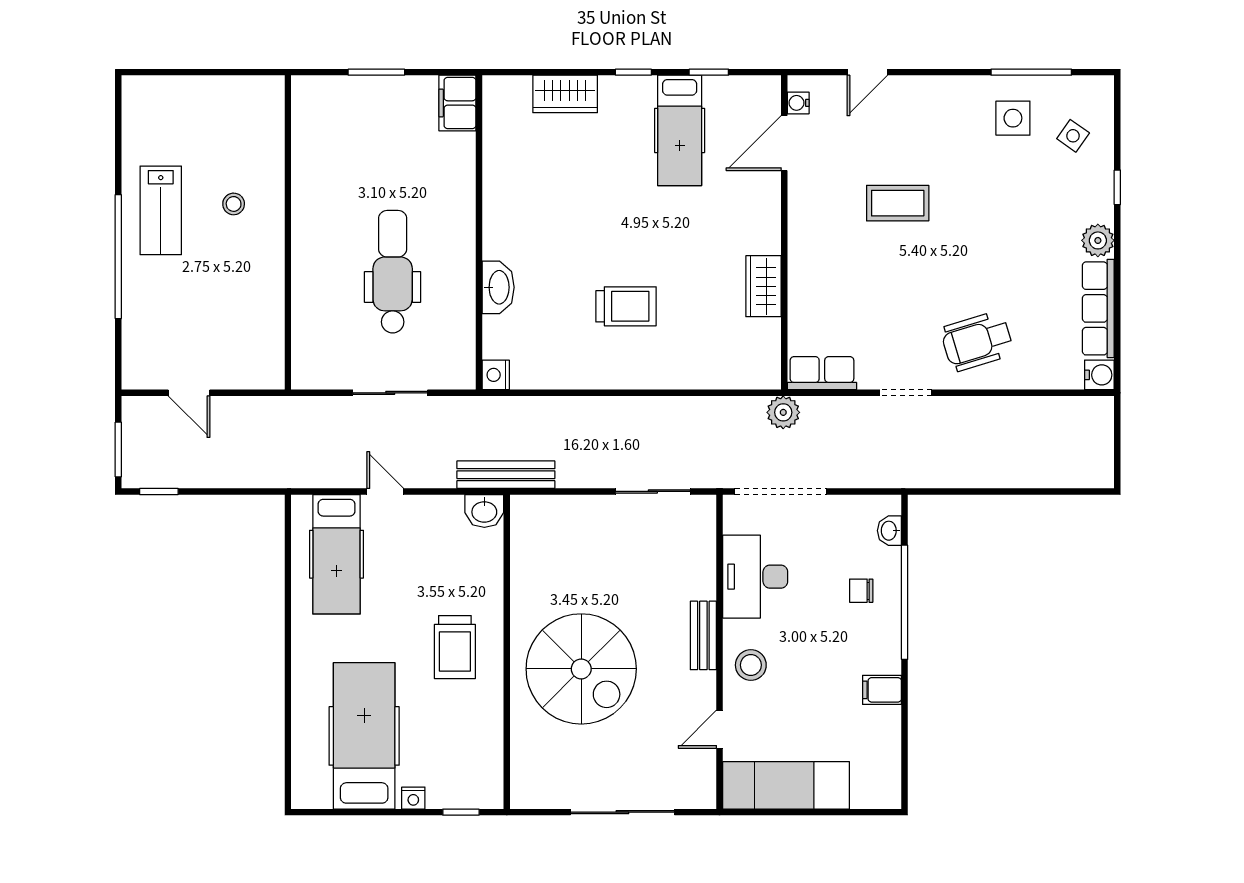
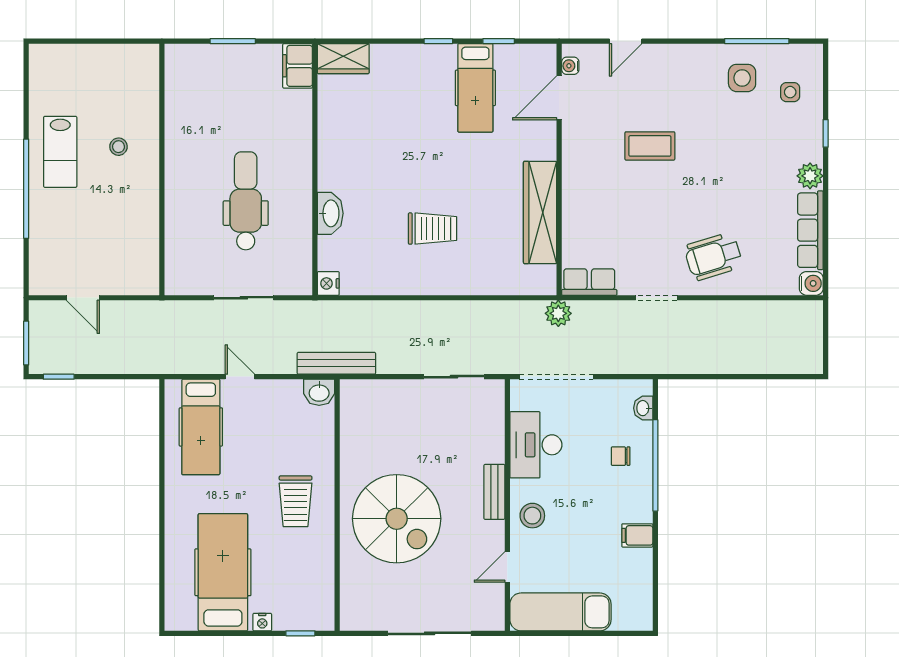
wardrobe: (565, 94) -> (343, 59), moved
side table: (1073, 136) -> (790, 92), turned -35
wardrobe: (764, 286) -> (540, 212), width x2.10, depth x1.17

